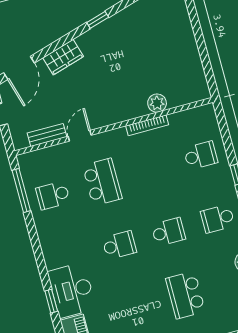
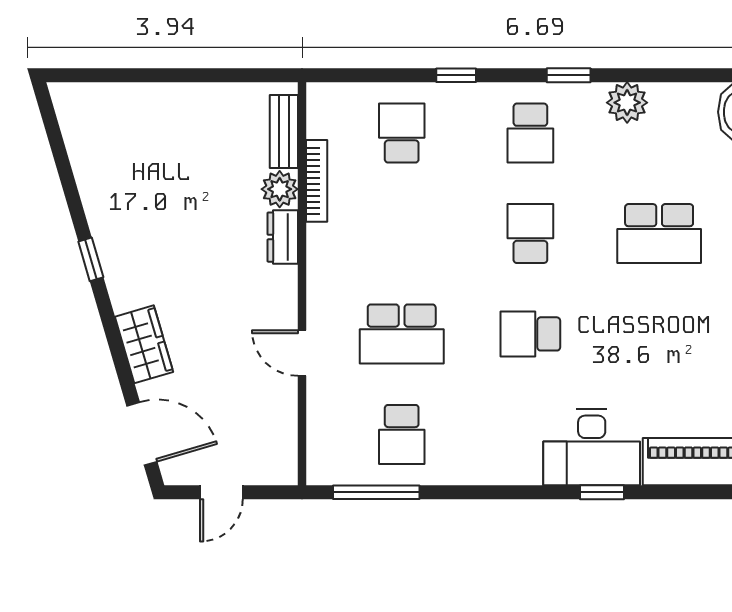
dresser: (134, 111) -> (283, 237), added
bookcase: (147, 125) -> (317, 181), moved
bench: (47, 135) -> (284, 132), moved
school desk: (102, 182) -> (402, 334), turned 180
school desk: (119, 245) -> (530, 334), turned -90

